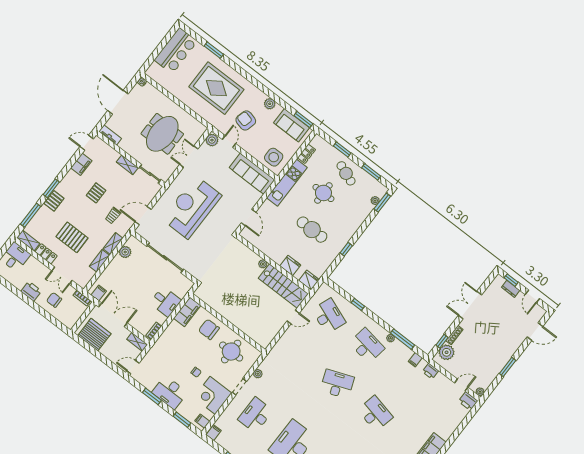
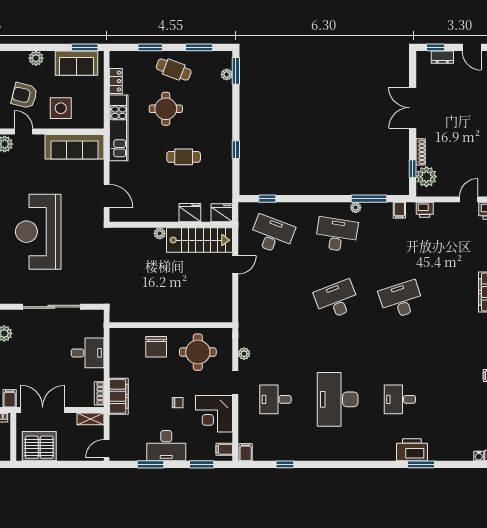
side table: (274, 157) -> (61, 108), moved
cafe table: (312, 230) -> (184, 157), width x0.73, depth x0.74
window: (358, 304) -> (267, 199), moved
filing cabinet: (187, 312) -> (119, 396), moved
chair: (209, 329) -> (156, 347), turned -90
desk: (375, 413) -> (401, 300), turned -30
desk: (255, 415) -> (275, 399), width x0.73

